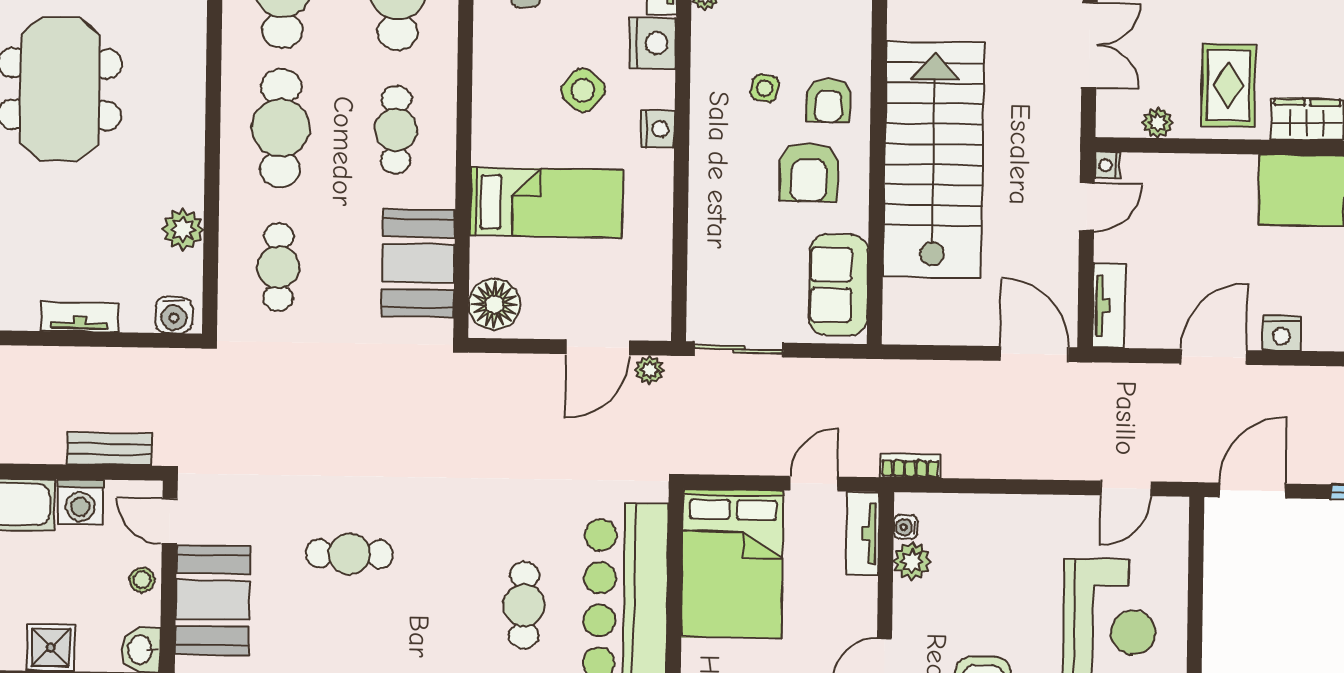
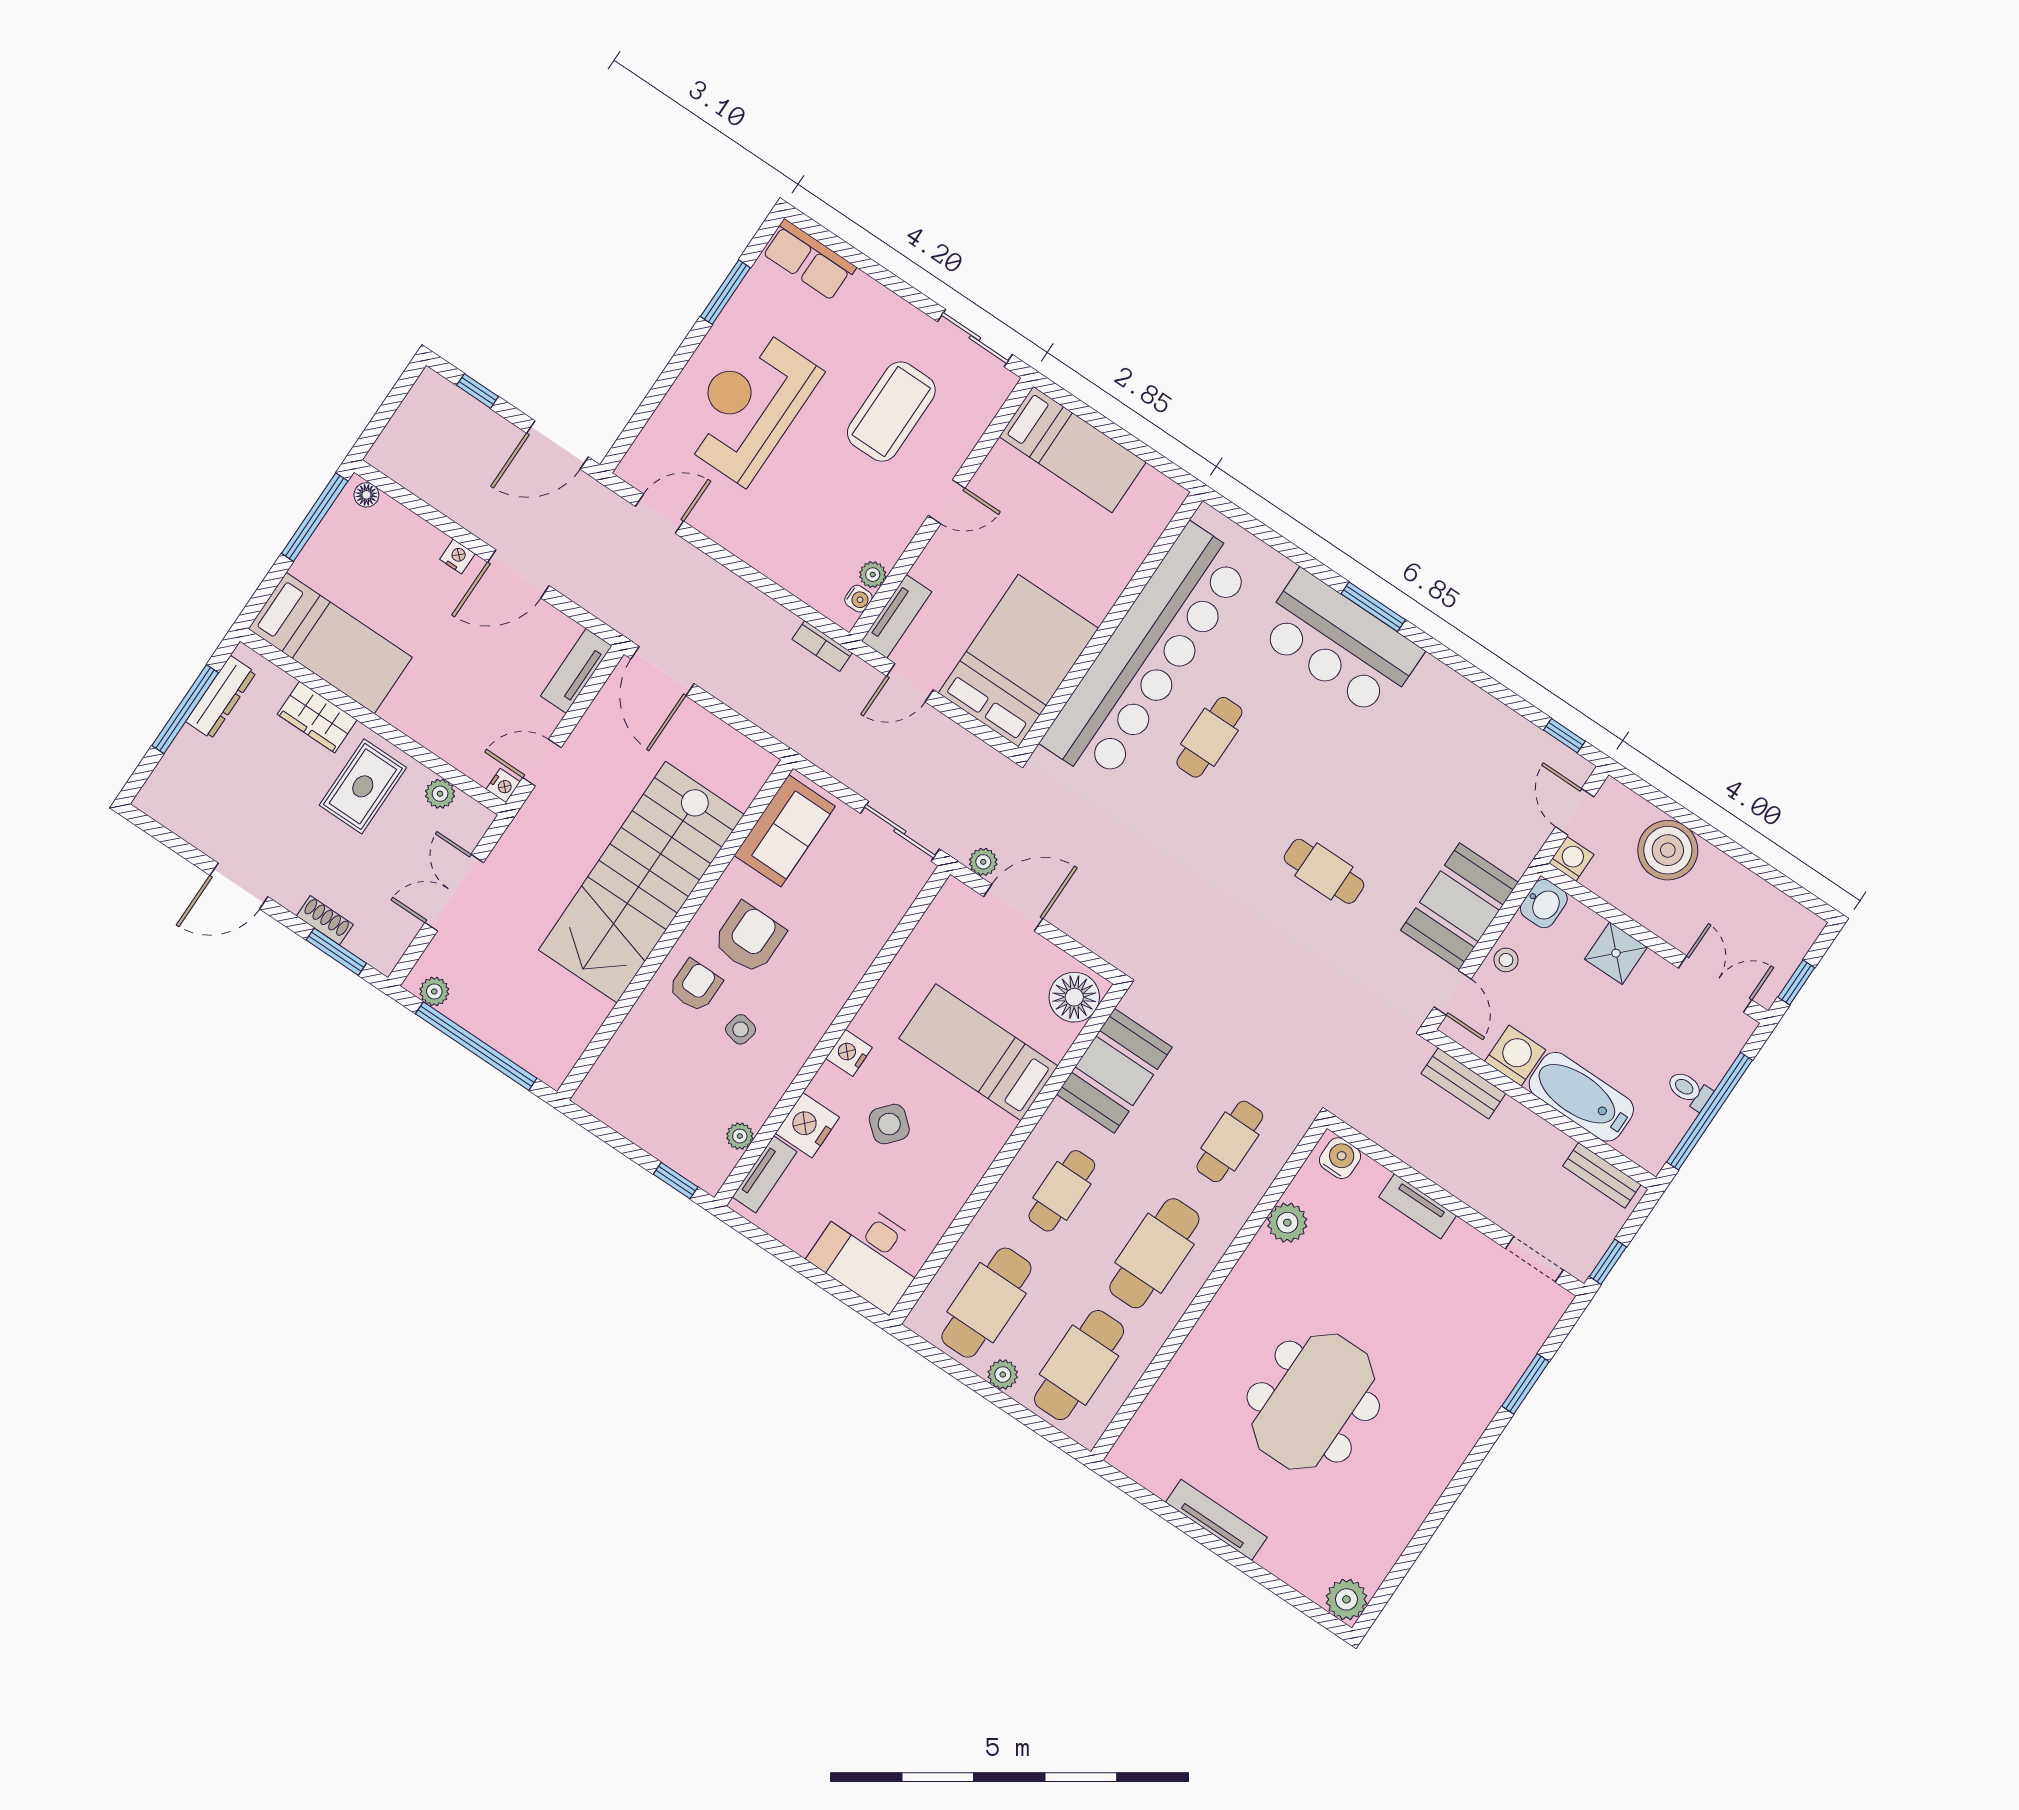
nightstand: (1281, 333) -> (457, 556), width x0.72, depth x0.74
plant: (912, 561) -> (873, 575), width x0.73, depth x0.73

